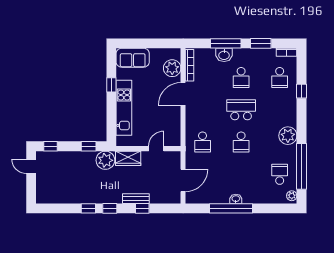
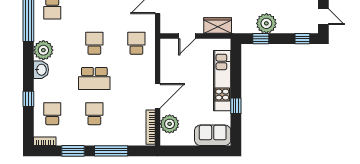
washbasin: (224, 55) -> (41, 70), moved, turned 90
plant: (105, 160) -> (266, 23), moved

